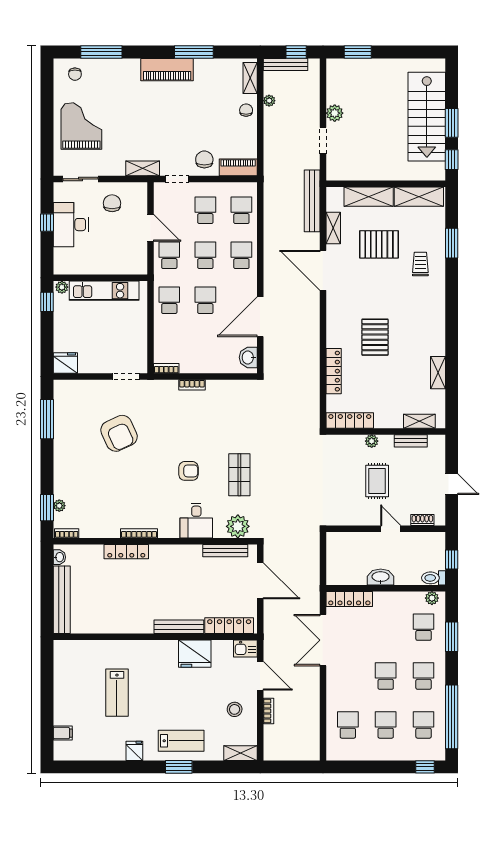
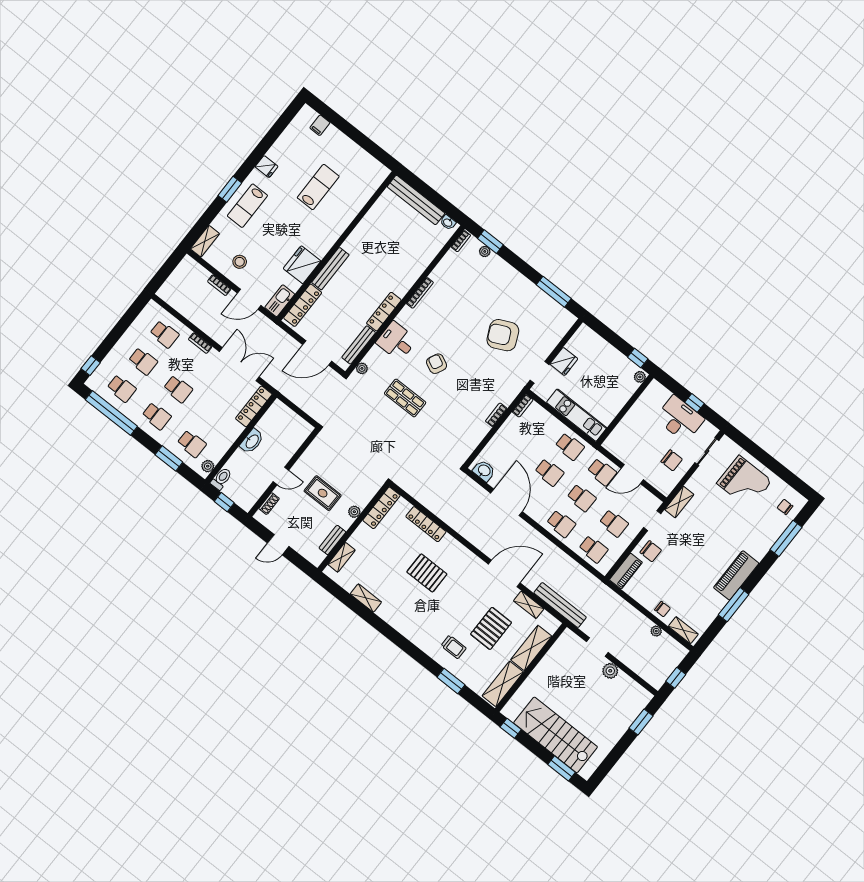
bench: (286, 64) -> (673, 663), removed
window: (452, 123) -> (561, 768), moved
kitchen unit: (104, 291) -> (577, 415), moved, turned 90
fridge: (65, 363) -> (564, 361), moved
armchair: (188, 471) -> (437, 364), turned 116
plant: (238, 526) -> (362, 368), width x0.53, depth x0.53
locker: (126, 552) -> (384, 312), moved
kitchen sink: (245, 649) -> (280, 301), width x1.38
bookcase: (331, 688) -> (200, 343), added
lab bench: (117, 693) -> (318, 187), turned 90

